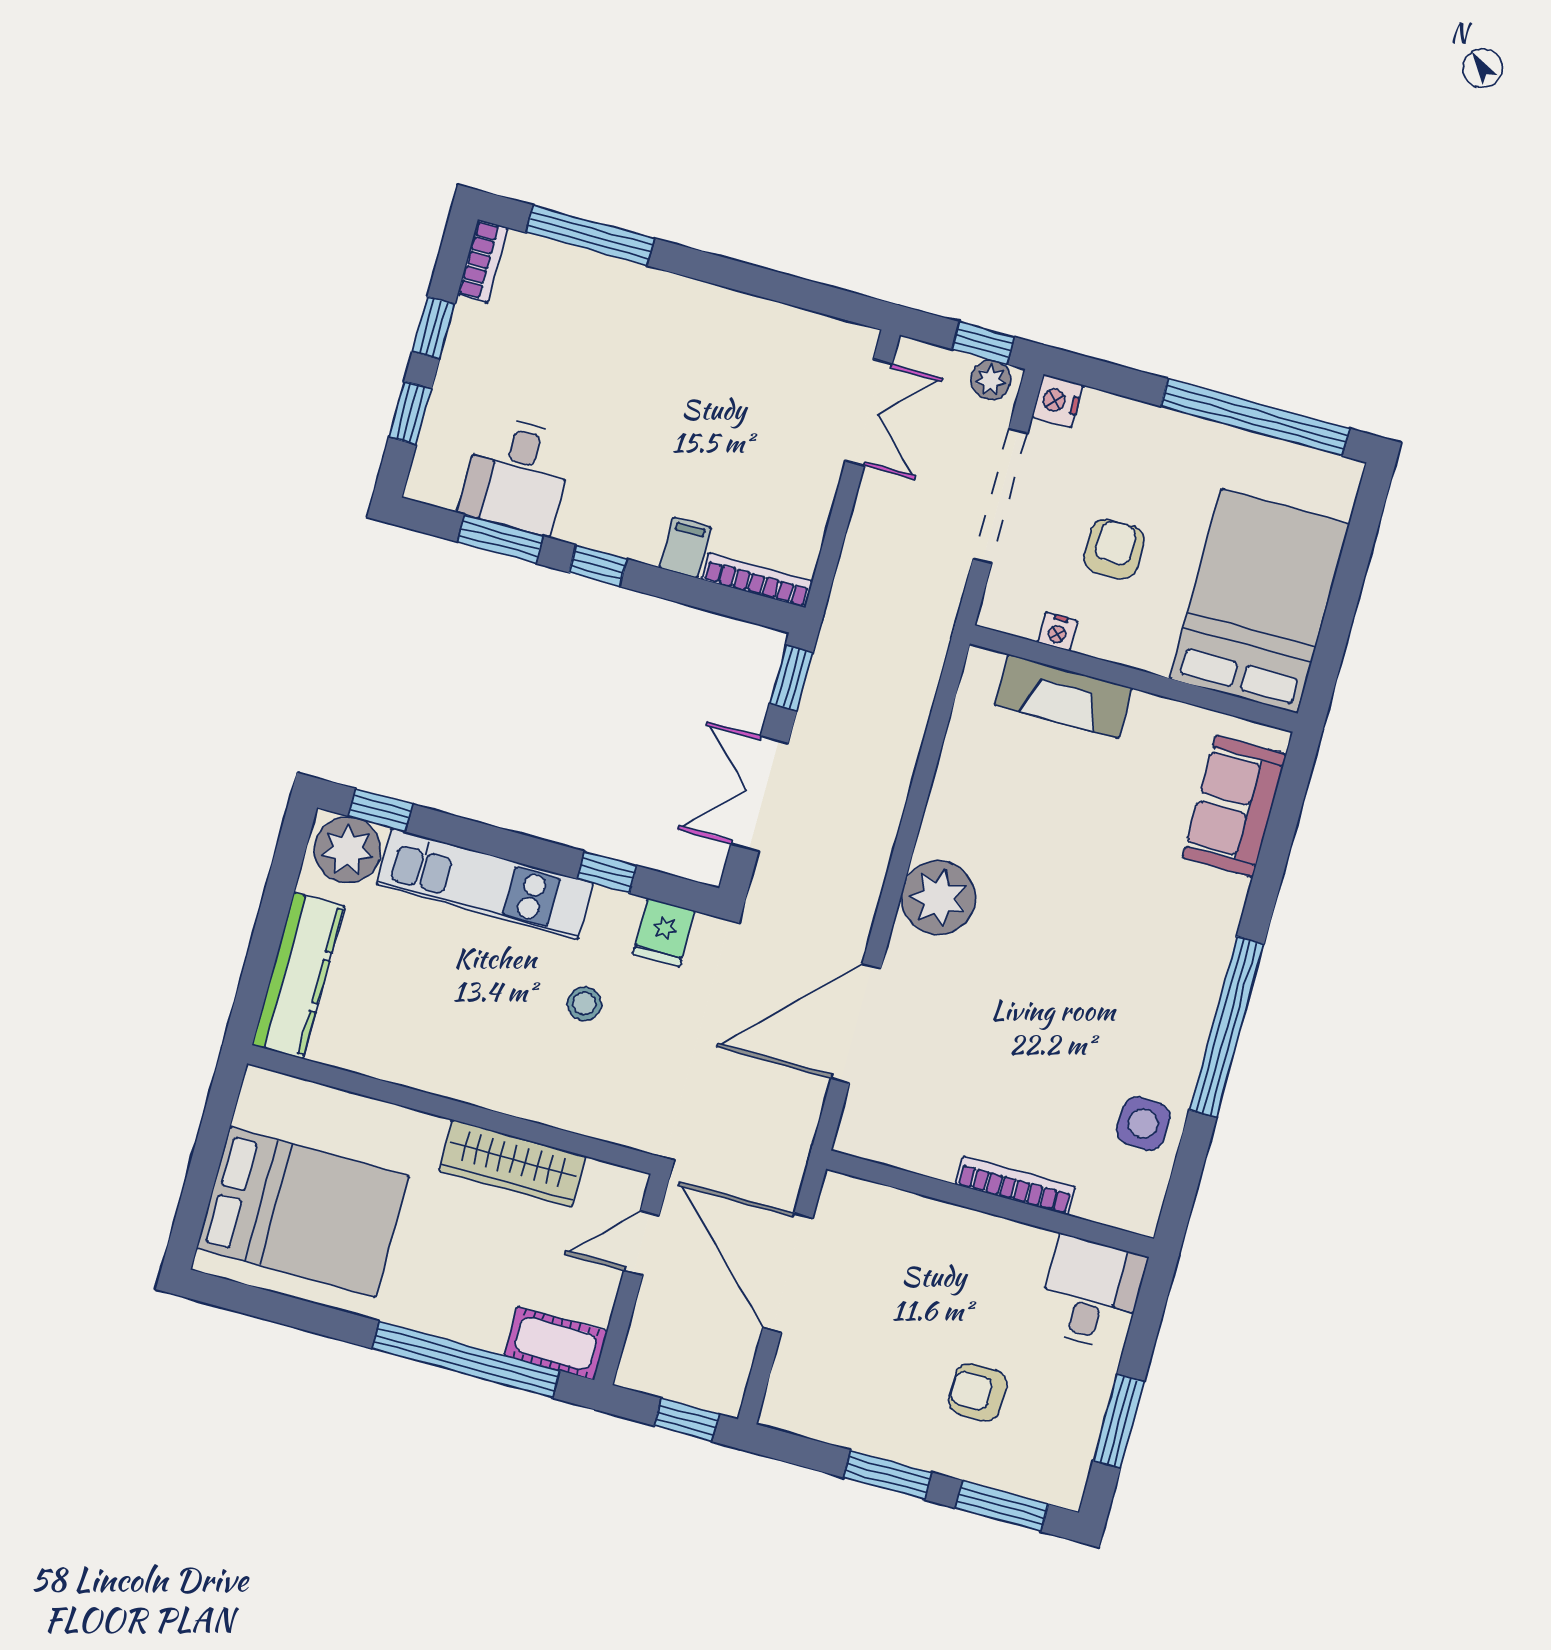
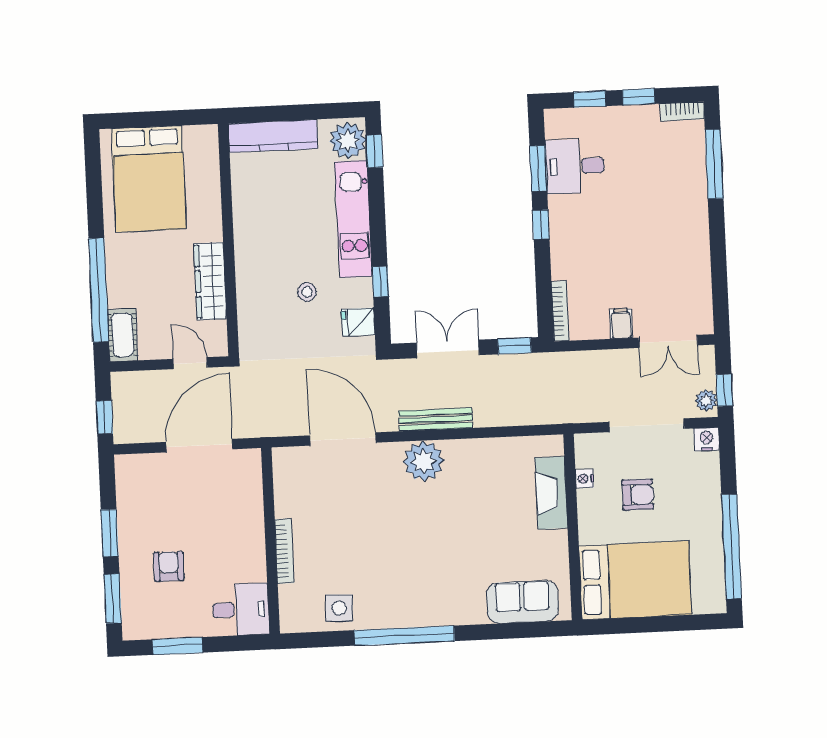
filing cabinet: (685, 548) -> (621, 324), moved, turned -90
bench: (874, 854) -> (436, 419), added

